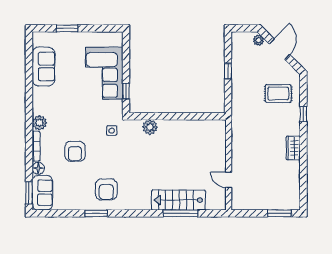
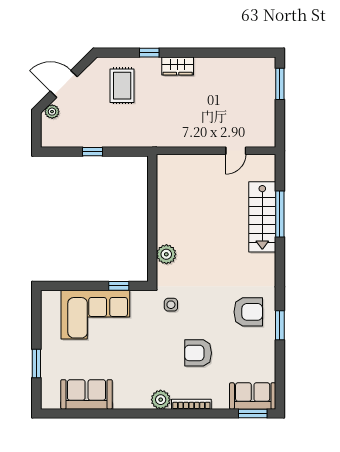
wardrobe: (293, 148) -> (178, 66), moved
armchair: (75, 151) -> (198, 353), turned 180
floor lamp: (38, 168) -> (220, 401), removed

